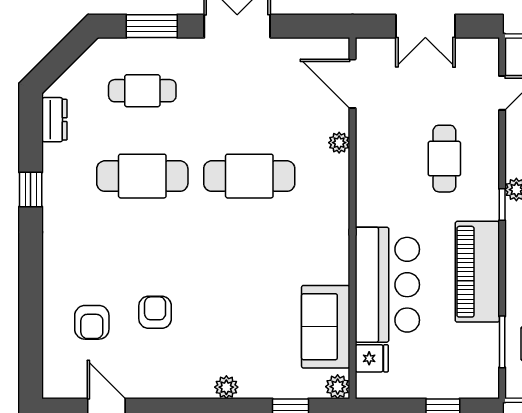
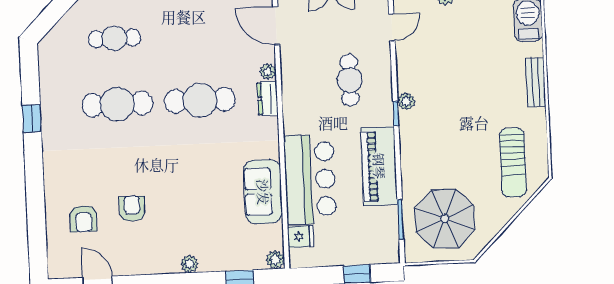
dresser: (54, 120) -> (268, 99), moved, turned 180
sofa: (326, 327) -> (263, 192), moved

